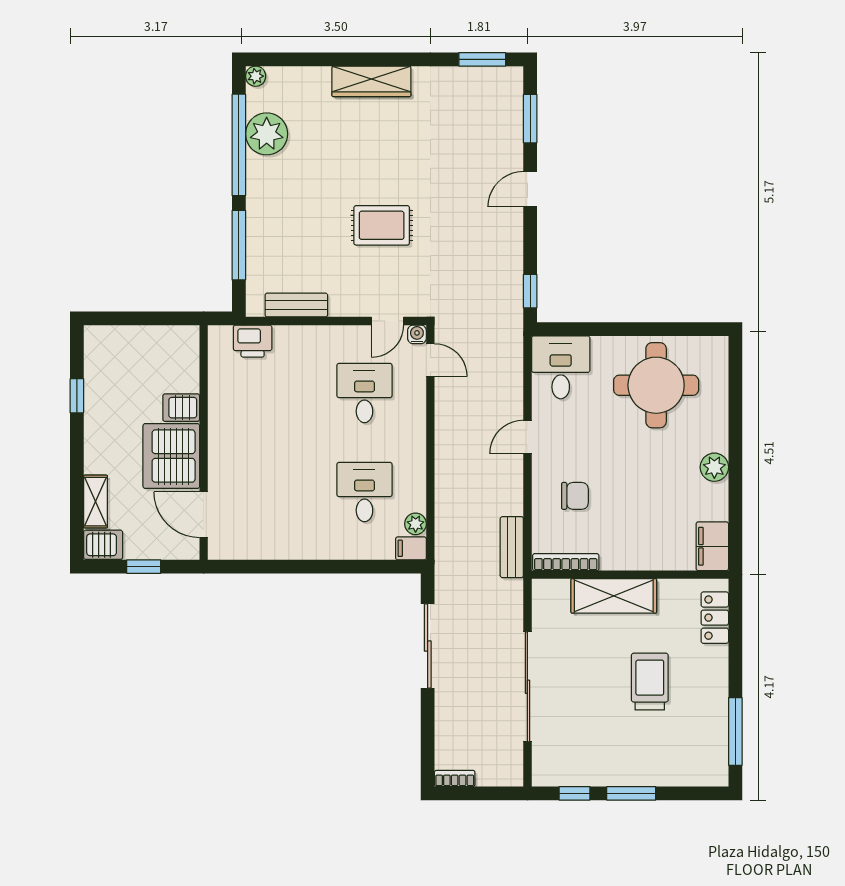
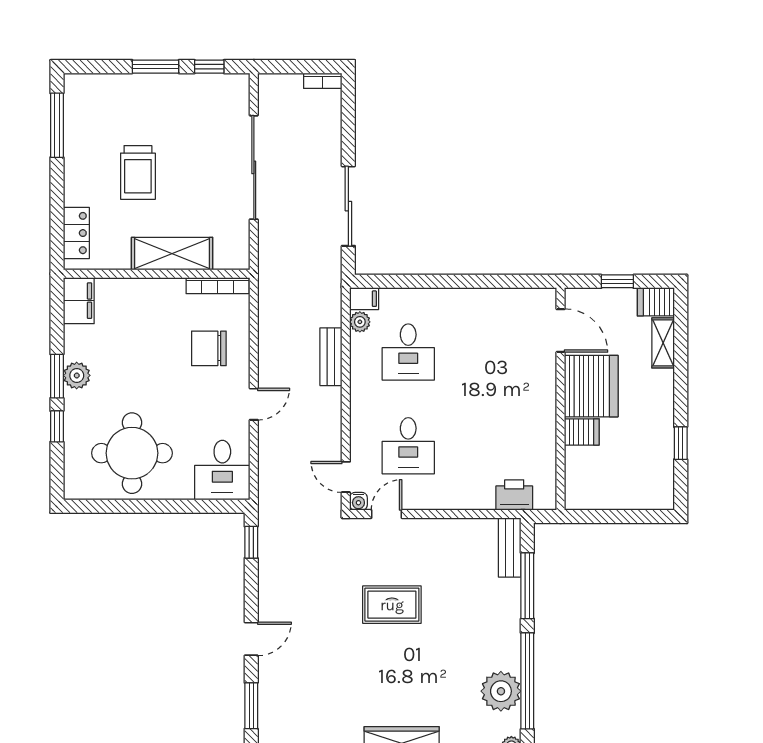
bench: (296, 305) -> (510, 547), moved, turned 90
window: (735, 414) -> (57, 426), added
window: (735, 467) -> (57, 376), added
chair: (575, 496) -> (209, 348), width x1.37, depth x1.37
bench: (512, 547) -> (331, 357), moved

